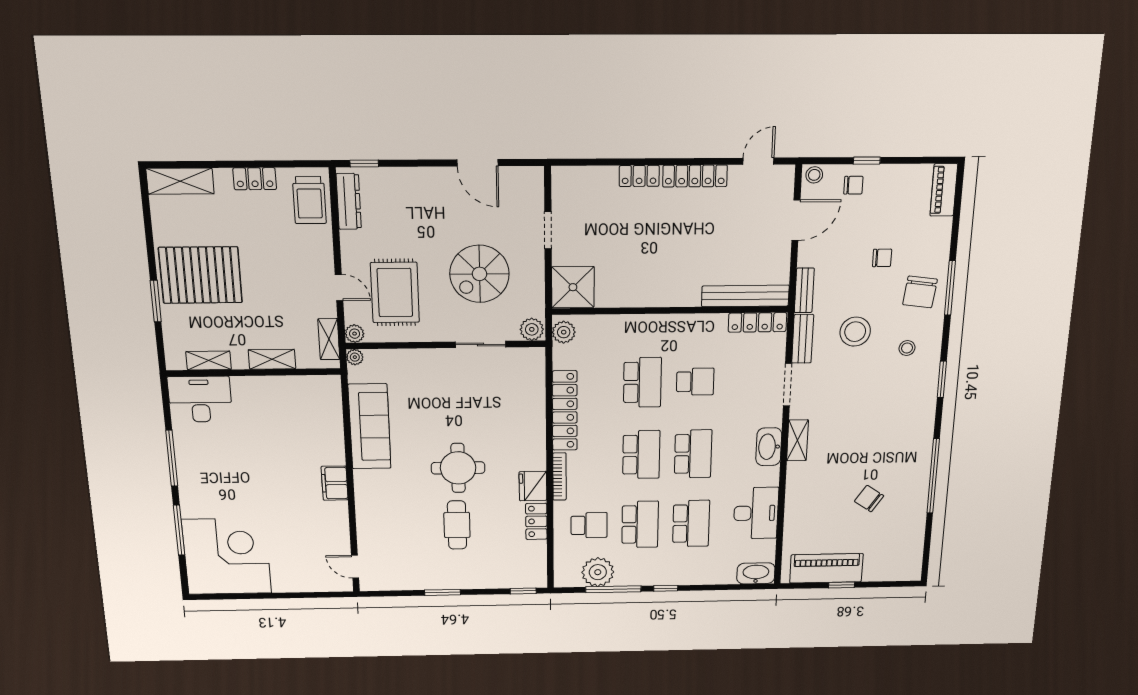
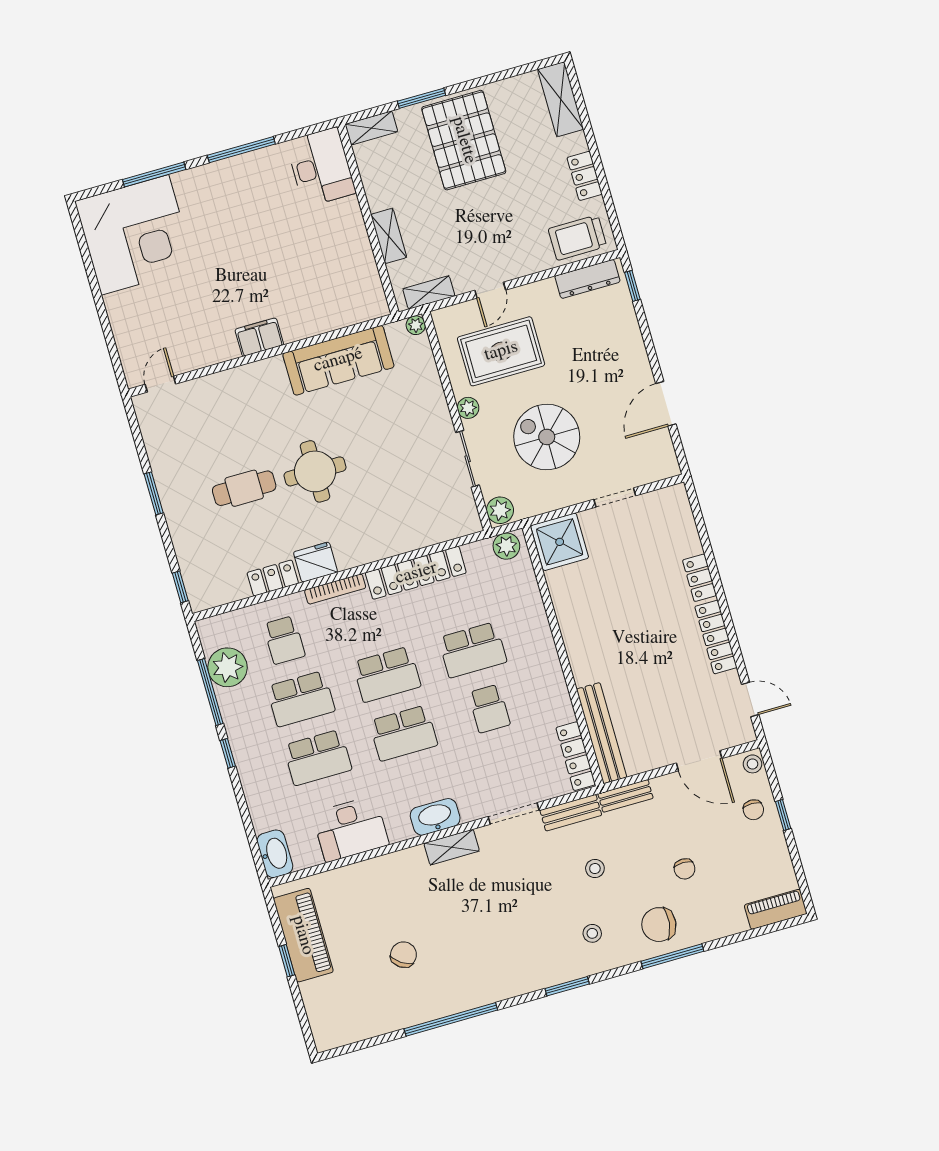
stool: (855, 332) -> (595, 868), width x0.53, depth x0.53
plant: (355, 334) -> (468, 408), moved
shelving: (209, 361) -> (371, 128), moved, turned 90

